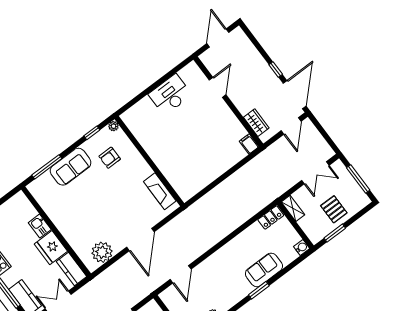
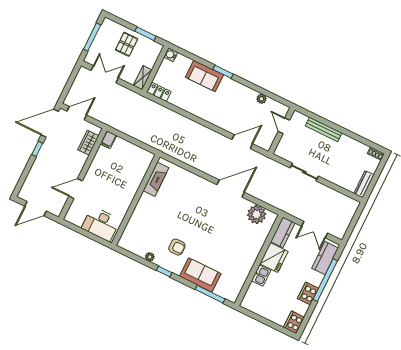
wall: (149, 161) -> (136, 200), moved
fireplace: (160, 191) -> (156, 179), moved

